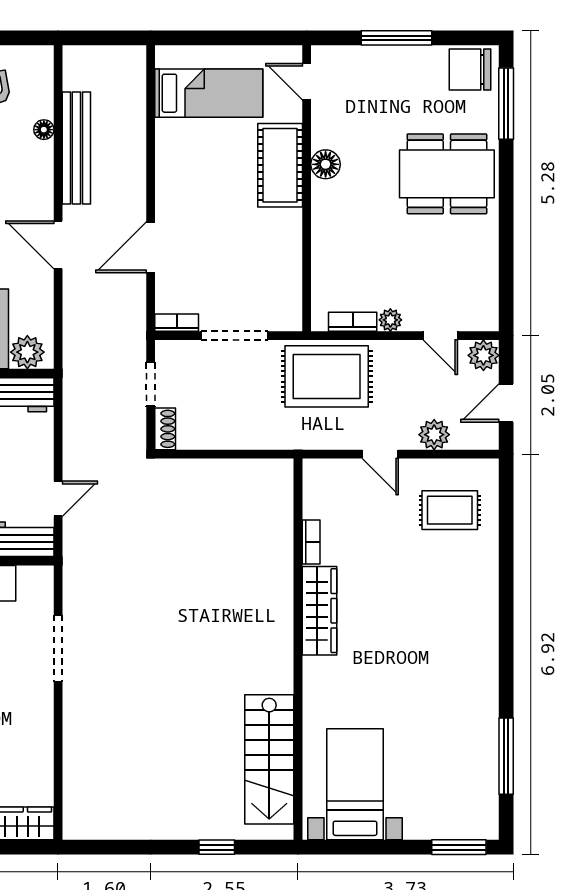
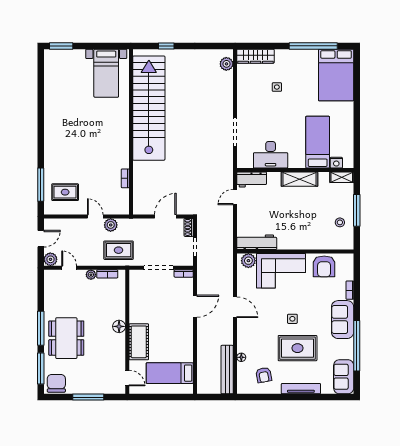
chair: (470, 70) -> (56, 383), turned -90
bench: (76, 148) -> (227, 370), moved
floor lamp: (326, 164) -> (119, 326), moved
dining table: (447, 174) -> (66, 338), turned 90
window: (506, 197) -> (41, 328), added
rug: (327, 376) -> (119, 250), width x0.73, depth x0.70
plant: (434, 435) -> (111, 225), moved
door: (219, 454) -> (165, 216), added
wardrobe: (319, 611) -> (122, 149), removed
window: (506, 756) -> (41, 185), moved
stairs: (269, 759) -> (149, 108), width x1.86, depth x1.51
plant: (78, 806) -> (226, 64), added

